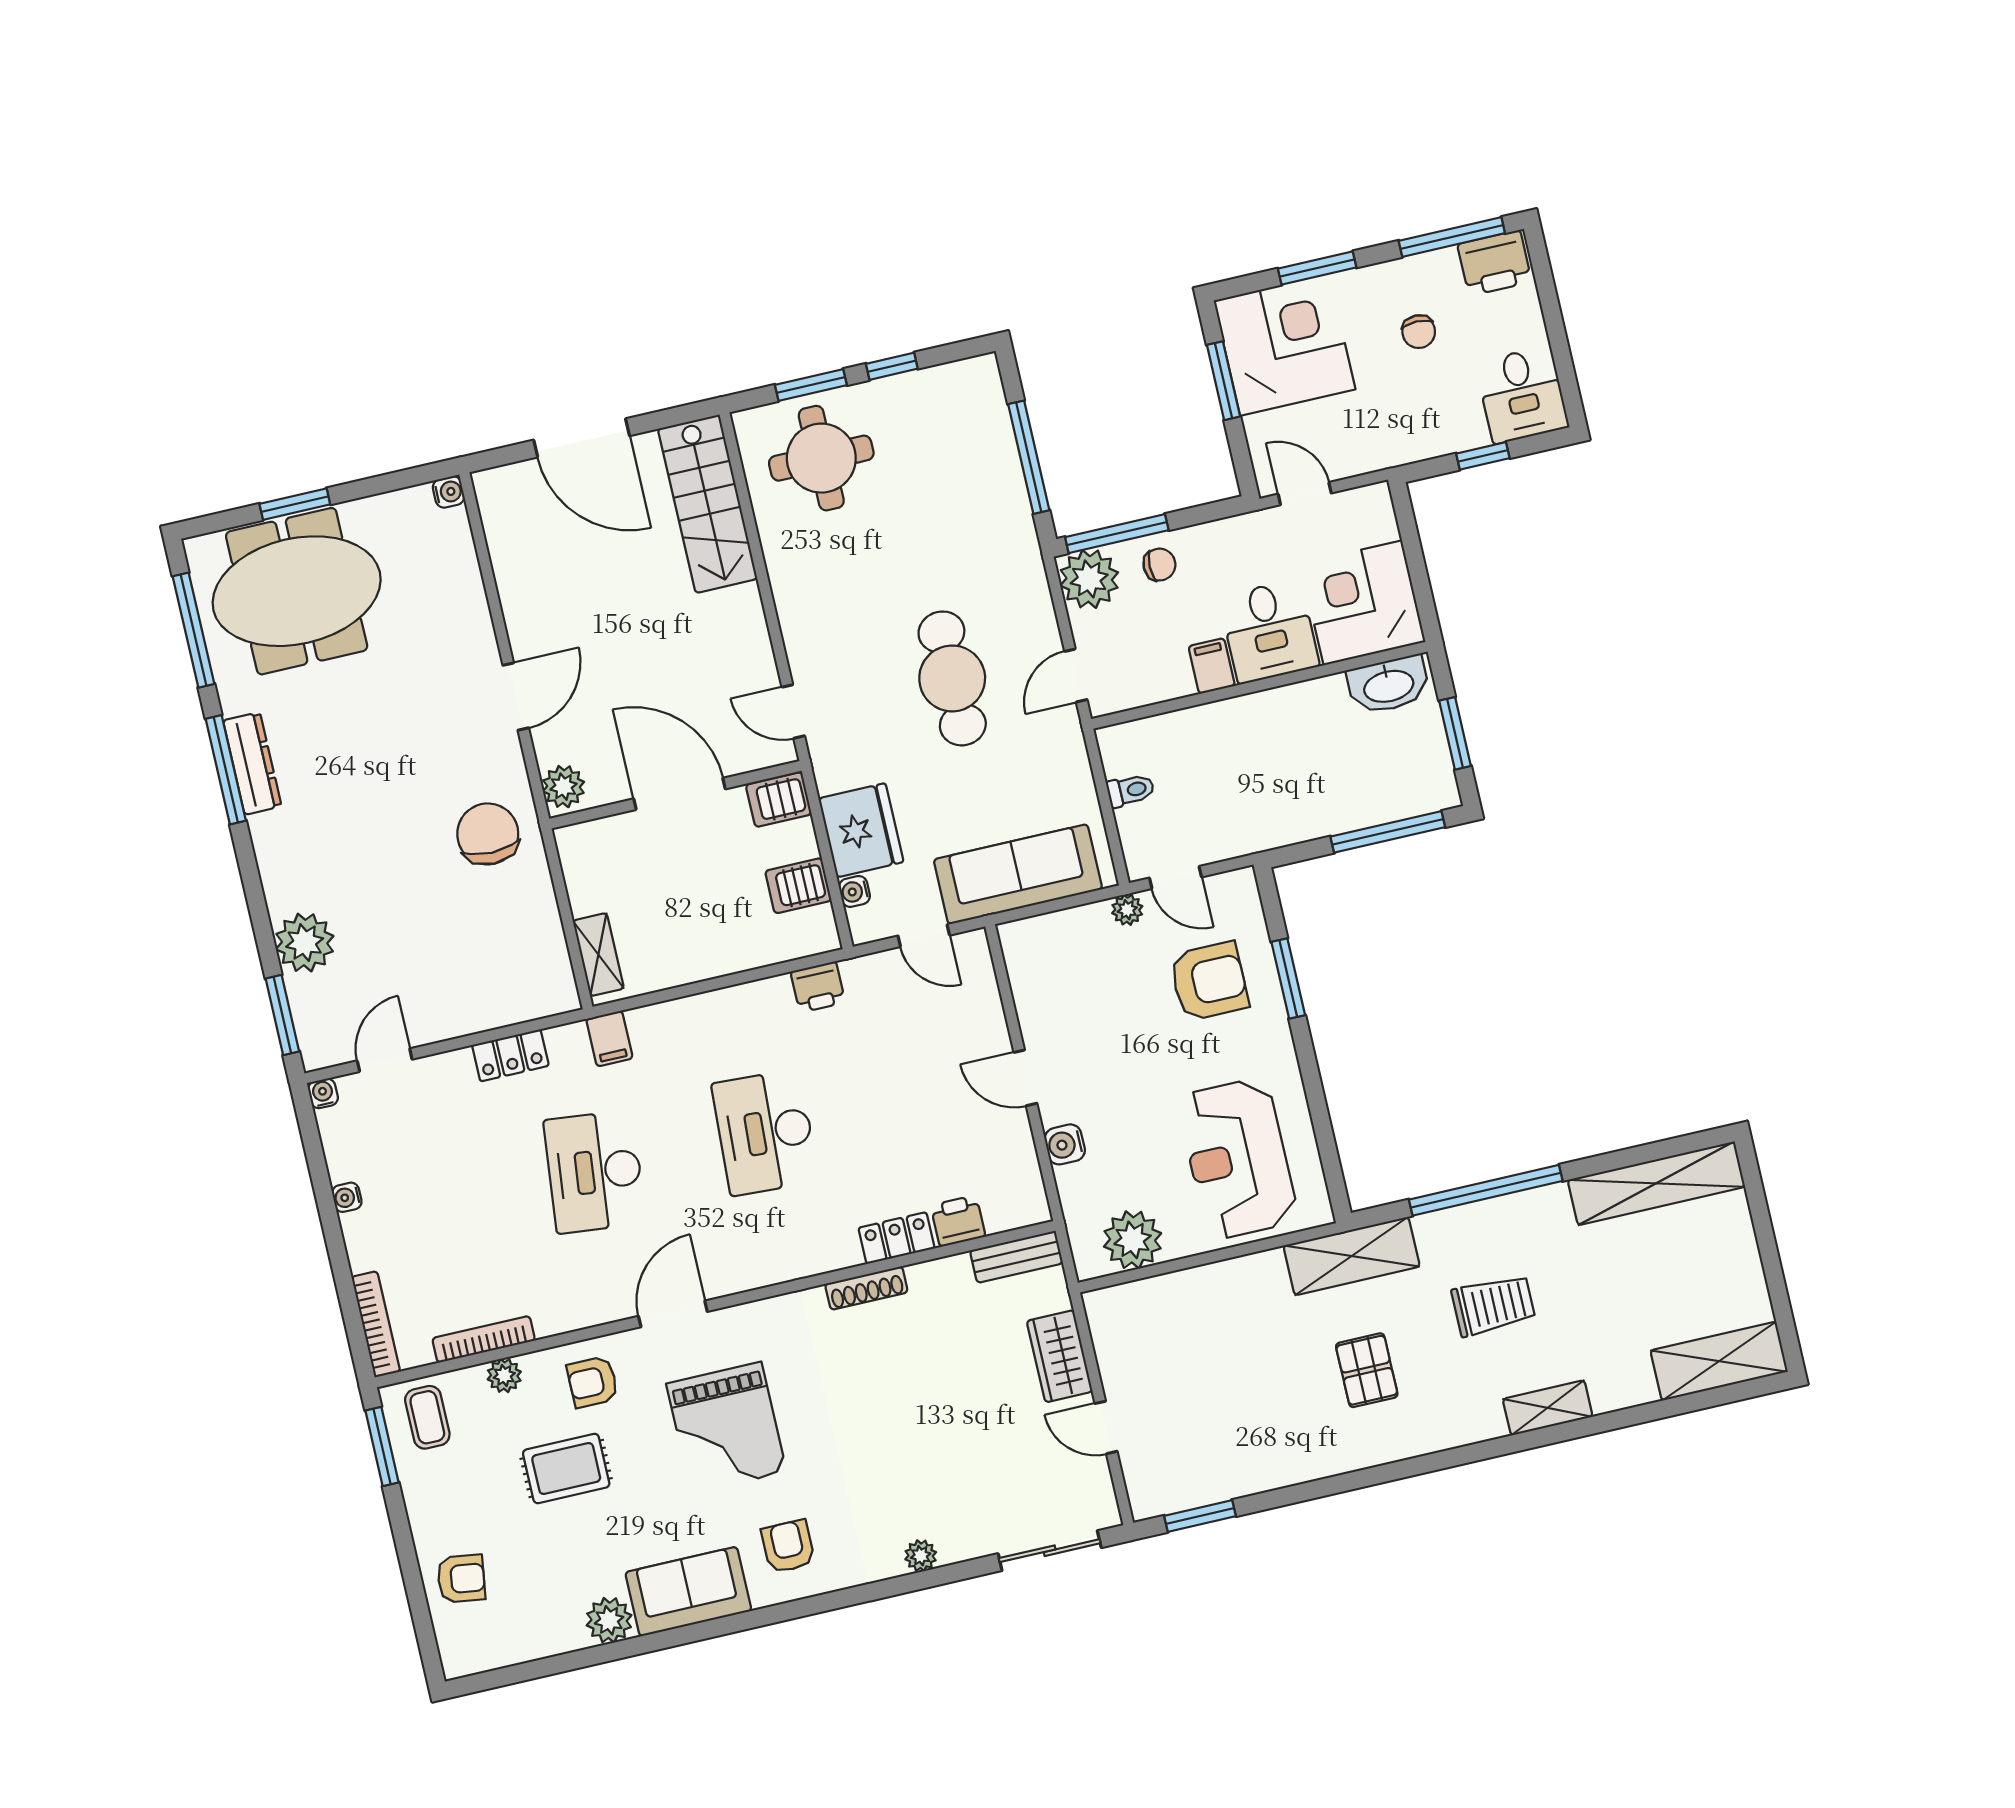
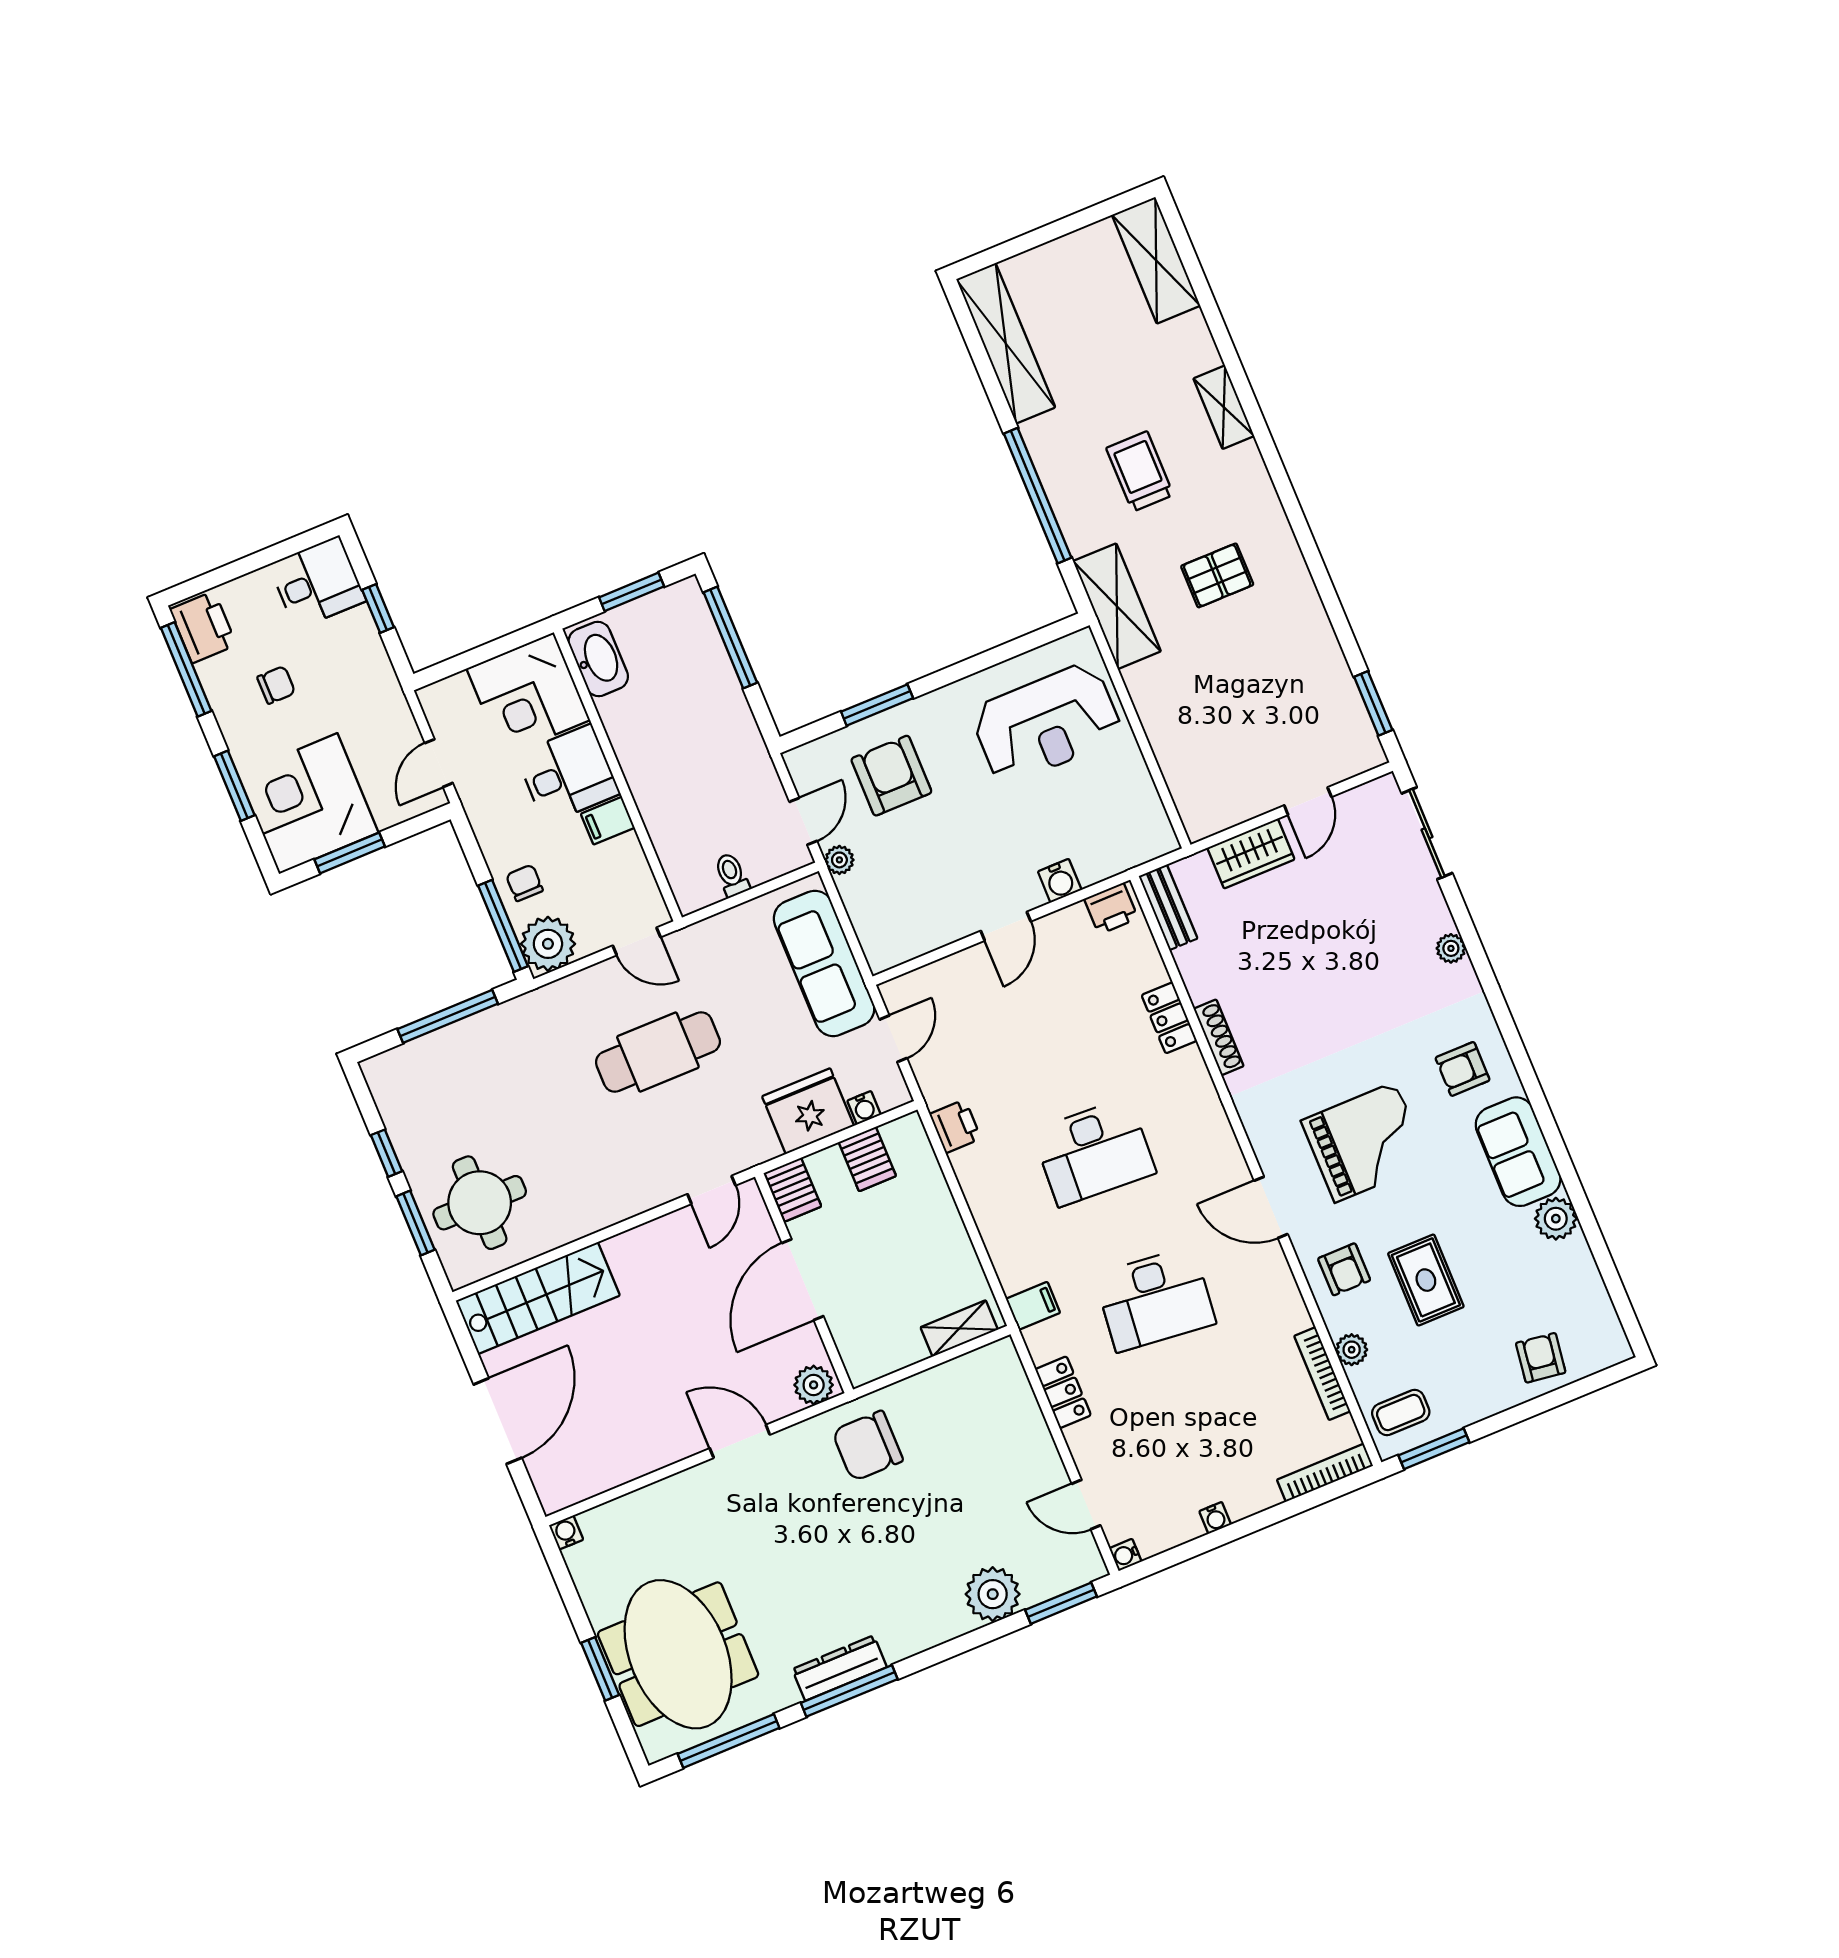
printer: (958, 1221) -> (1111, 909), moved, turned -90
plant: (1133, 1240) -> (1135, 805), removed

